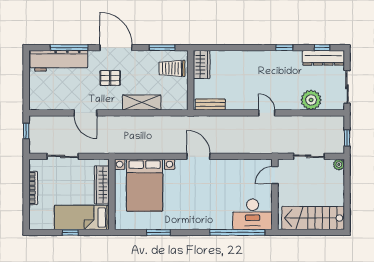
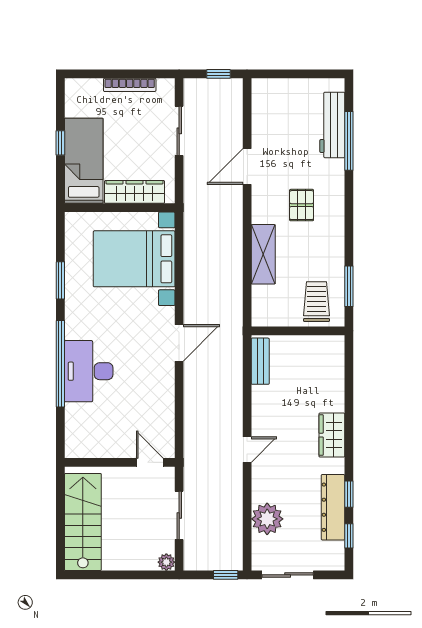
door: (116, 48) -> (349, 214), removed
window: (284, 48) -> (349, 494), moved
dresser: (323, 58) -> (333, 507), moved
workbench: (59, 61) -> (332, 125), width x0.73, depth x0.76
wardrobe: (202, 64) -> (332, 435), moved, turned 90
window: (347, 138) -> (226, 575), moved
desk: (253, 214) -> (89, 371), moved
window: (237, 232) -> (60, 364), moved

